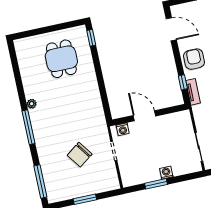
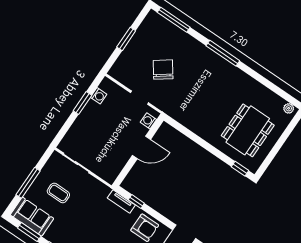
dining table: (61, 59) -> (248, 130), width x1.38
plant: (32, 104) -> (289, 108), moved
washing machine: (166, 173) -> (99, 96), moved

